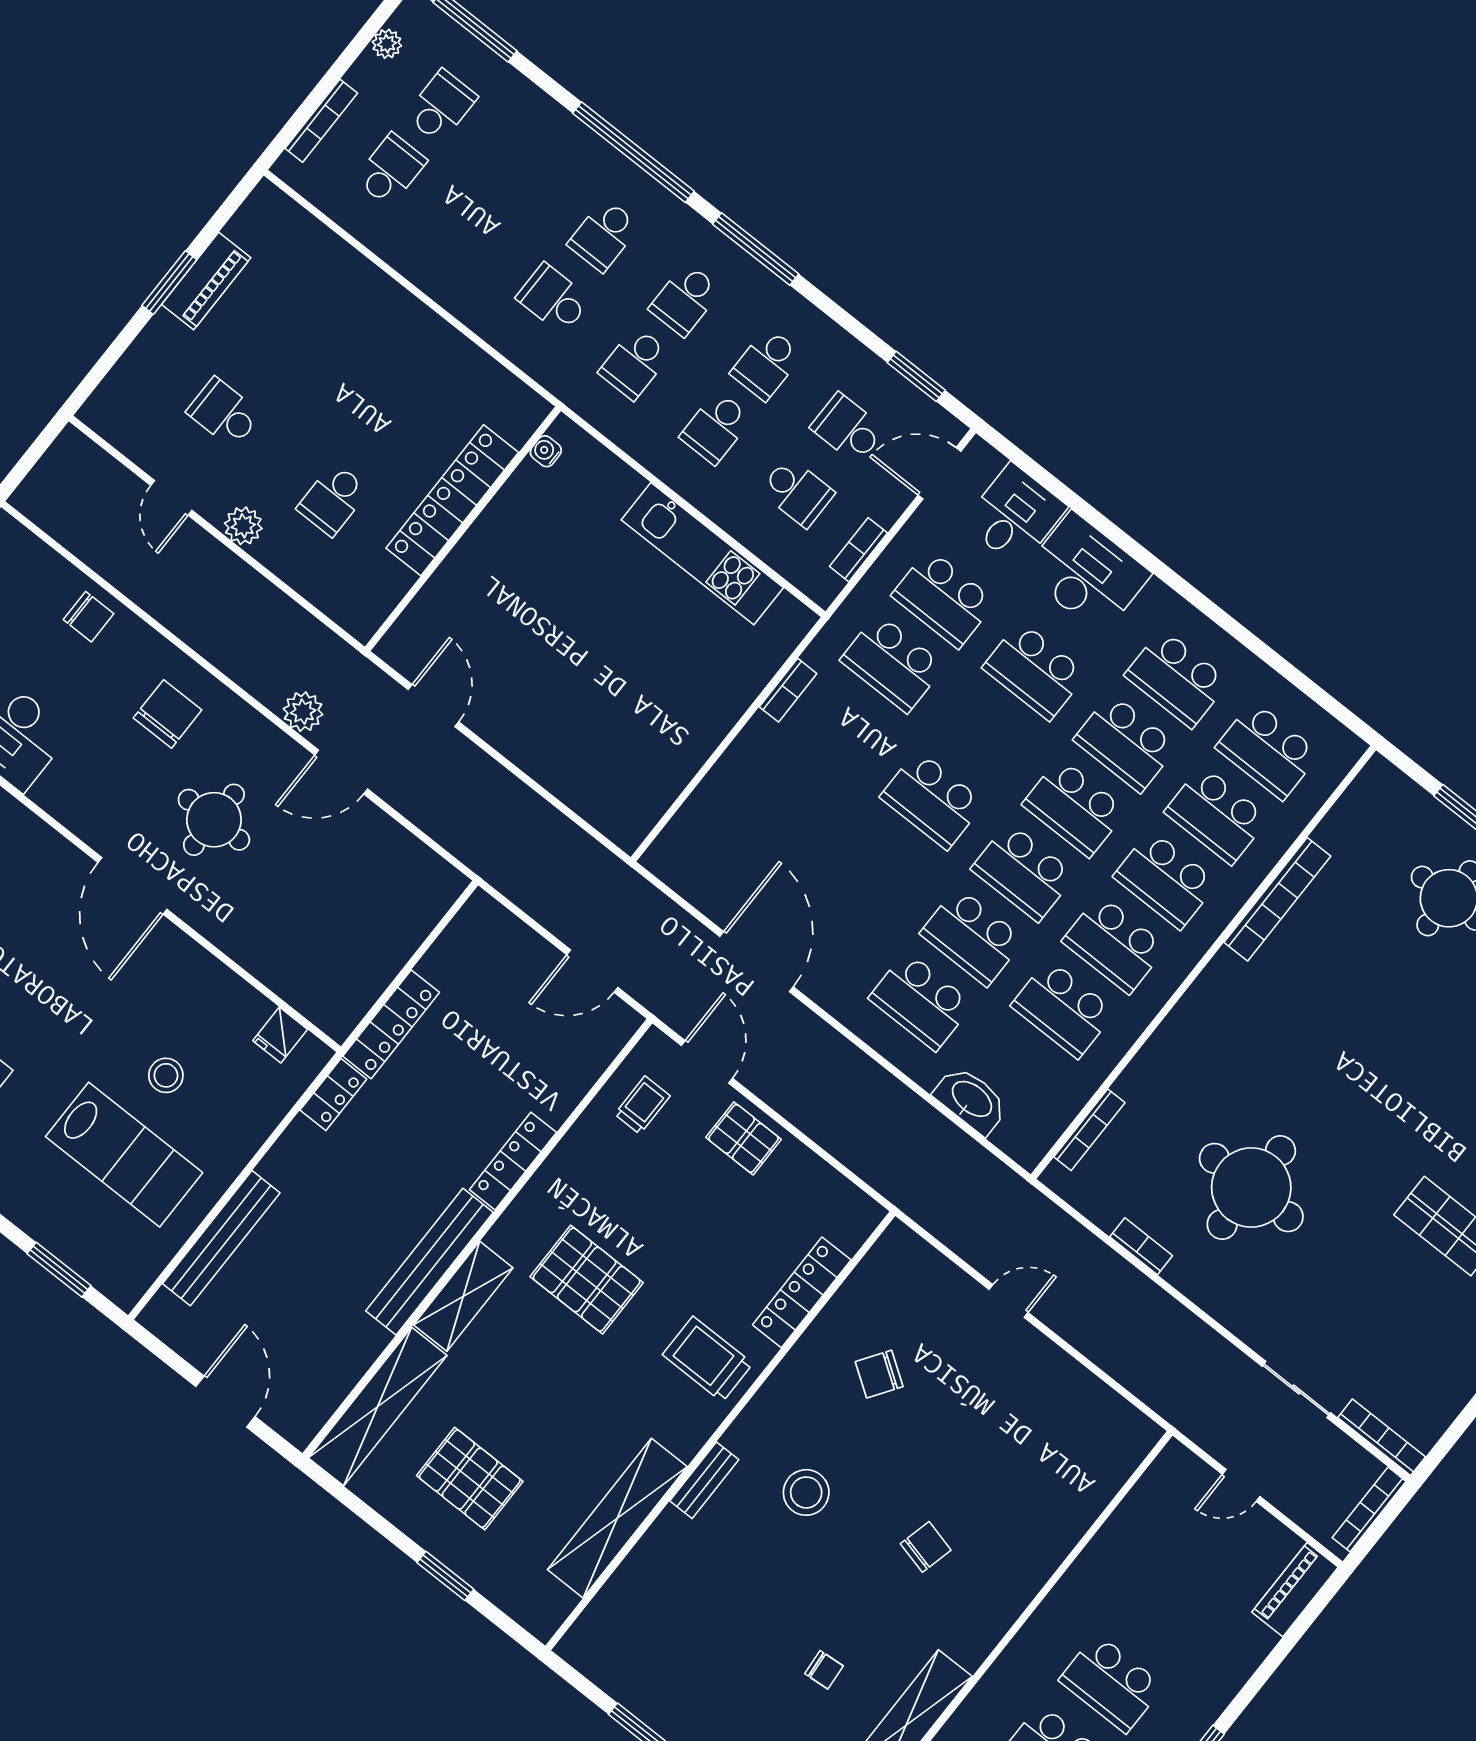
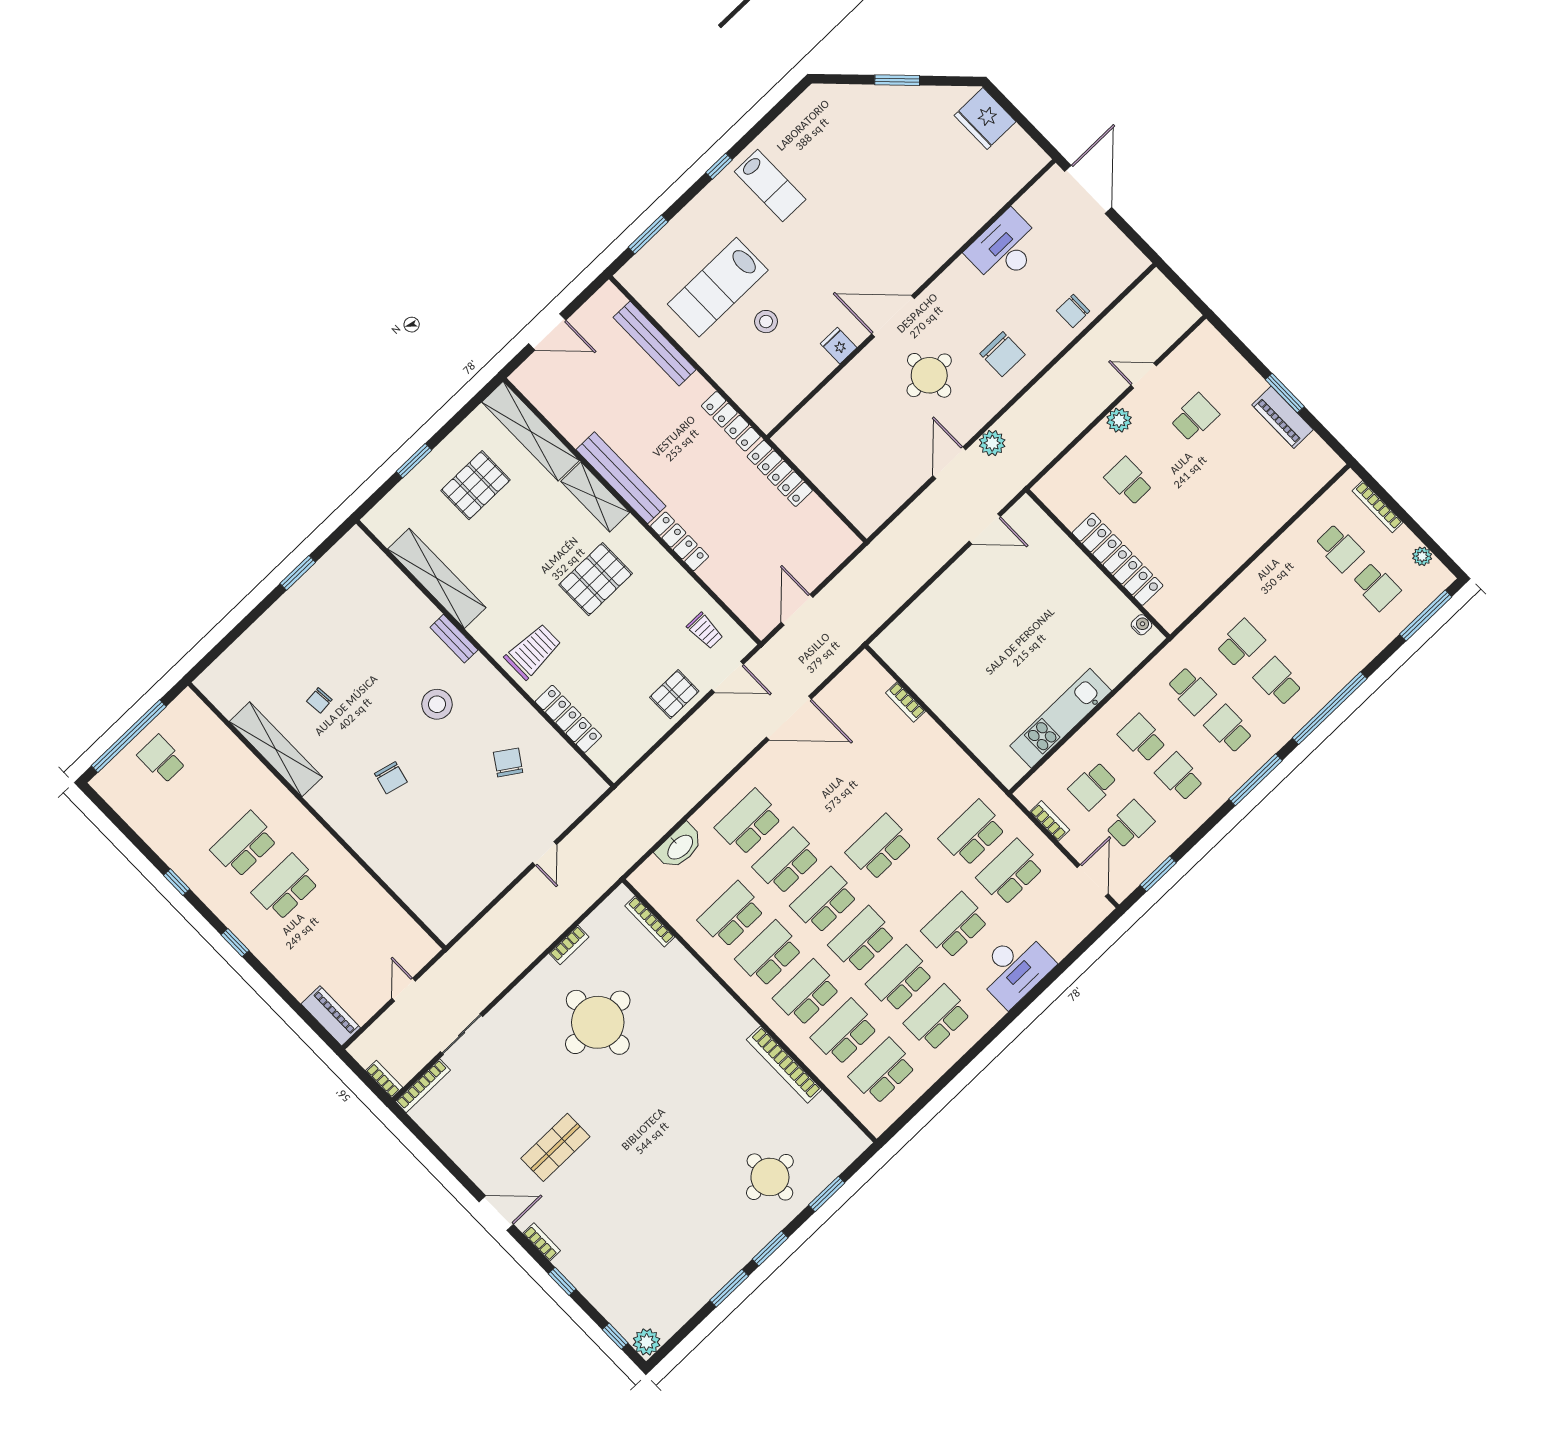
school desk: (635, 363) -> (1191, 691), turned 180
desk: (1015, 515) -> (1059, 926), removed
bookcase: (788, 690) -> (905, 702), moved
fridge: (280, 1035) -> (839, 346), moved
locker: (333, 1095) -> (731, 421), width x1.53
bookcase: (1369, 1509) -> (384, 1079), width x0.64

